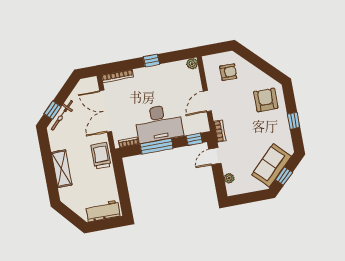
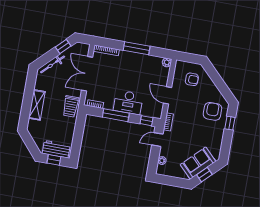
window: (151, 61) -> (137, 48), width x2.17
door: (207, 101) -> (167, 95), hinge flipped
window: (53, 110) -> (63, 46), moved
window: (294, 121) -> (230, 123), moved
desk: (159, 123) -> (128, 102), width x0.73, depth x0.77
trolley: (101, 156) -> (71, 106), turned 180
window: (105, 224) -> (54, 160), added

